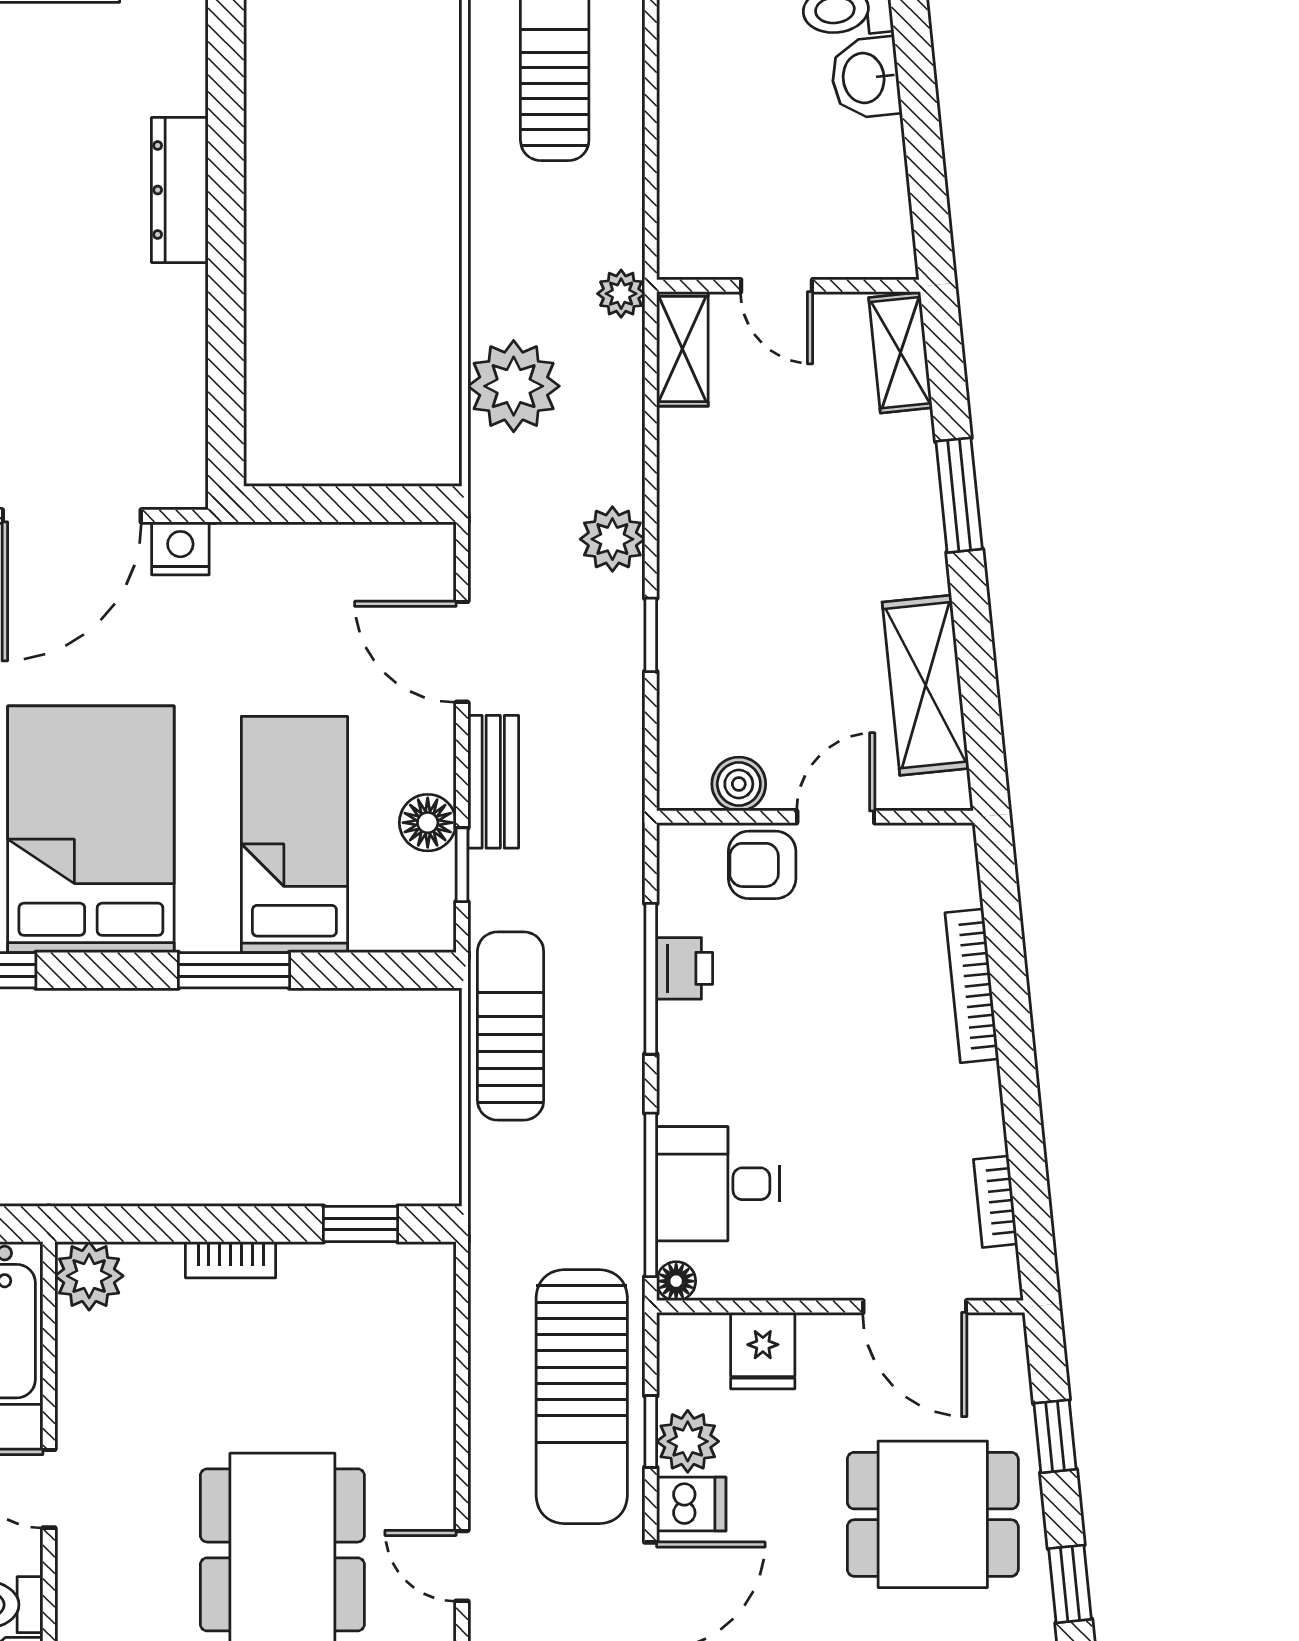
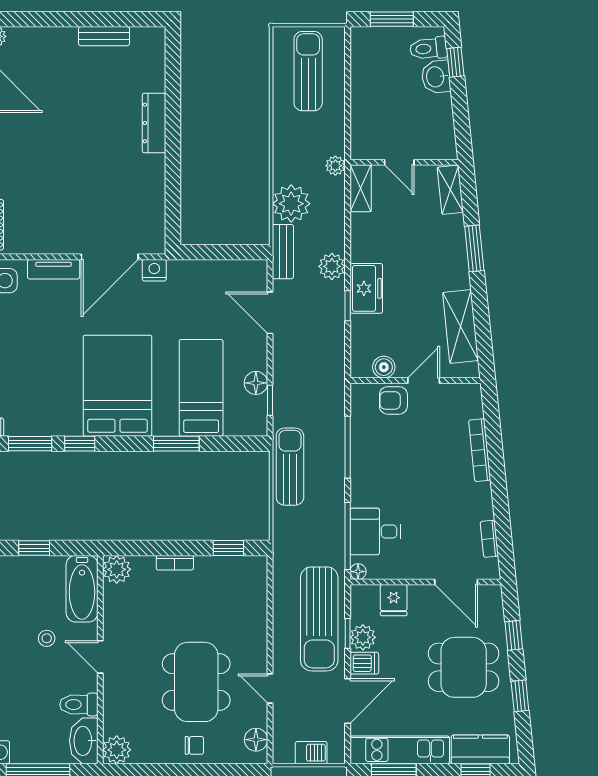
window: (913, 42) -> (455, 62), added
freezer: (696, 593) -> (366, 288), added
bench: (493, 782) -> (283, 252), moved
printer: (685, 968) -> (362, 443), removed

